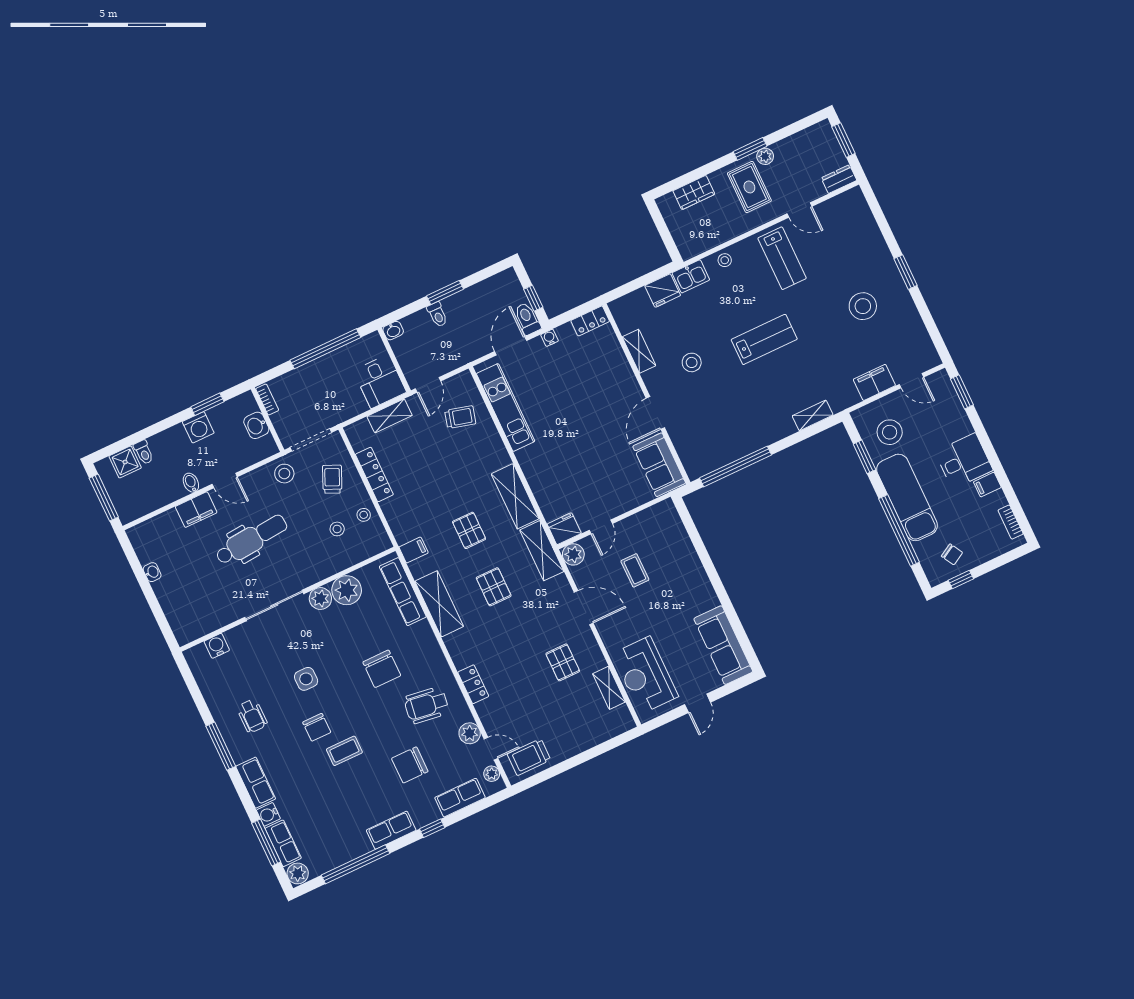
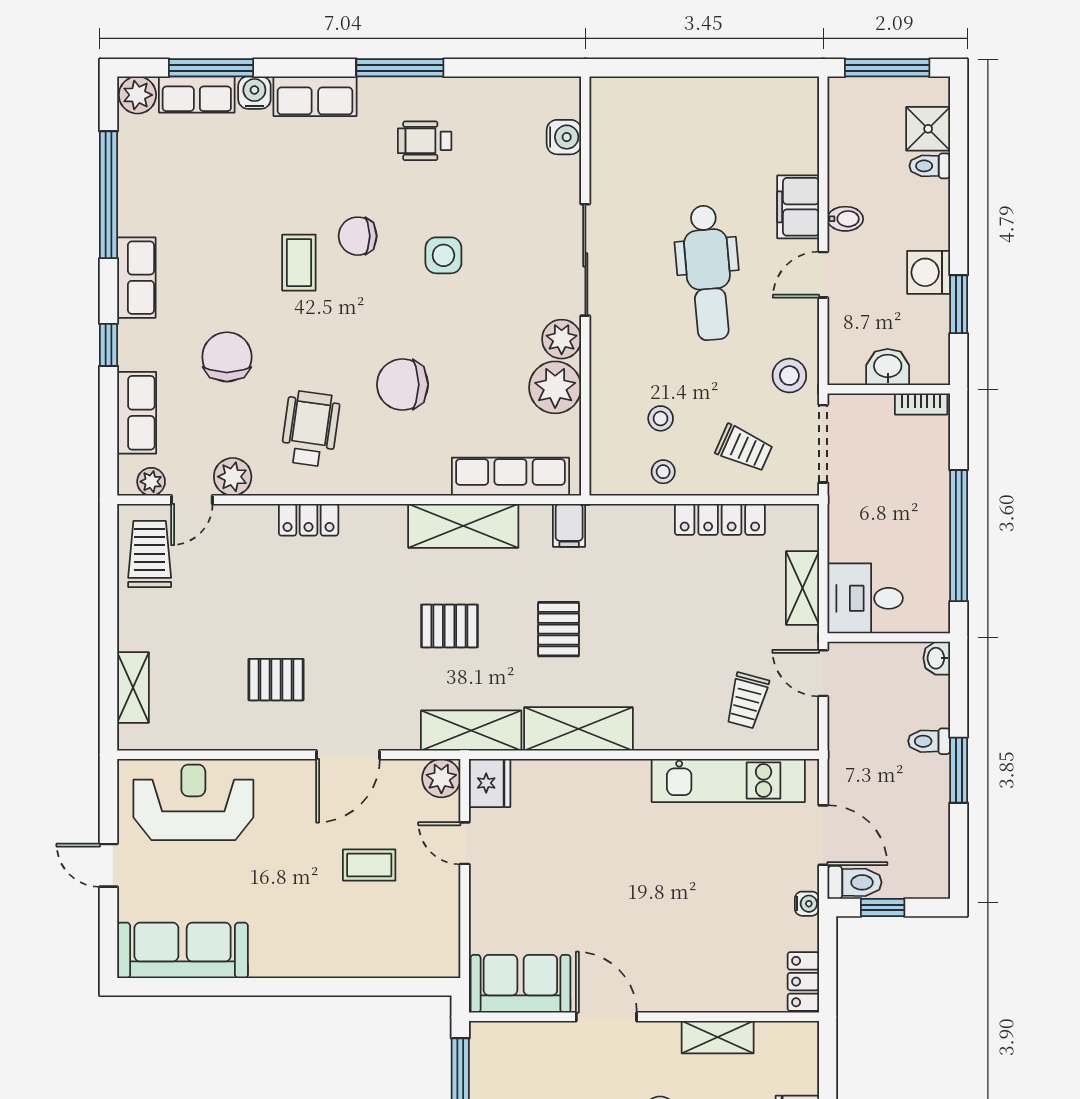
pallet: (469, 530) -> (559, 629), turned 90
washbasin: (152, 572) -> (731, 89), removed
shelving: (609, 688) -> (133, 688), moved, turned 90

